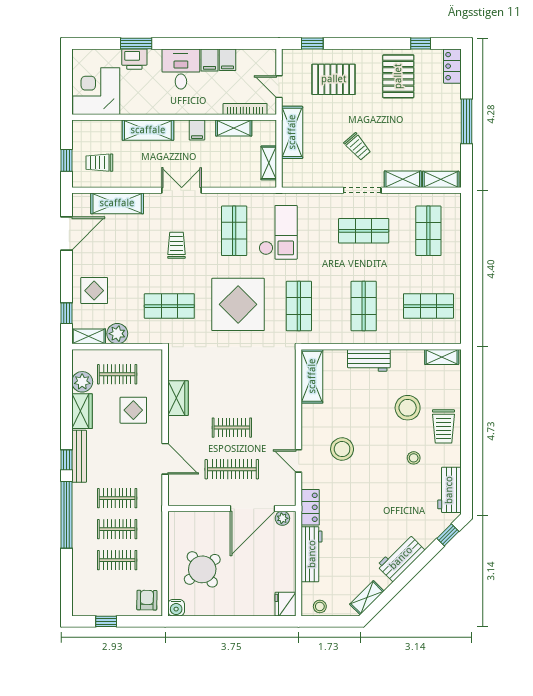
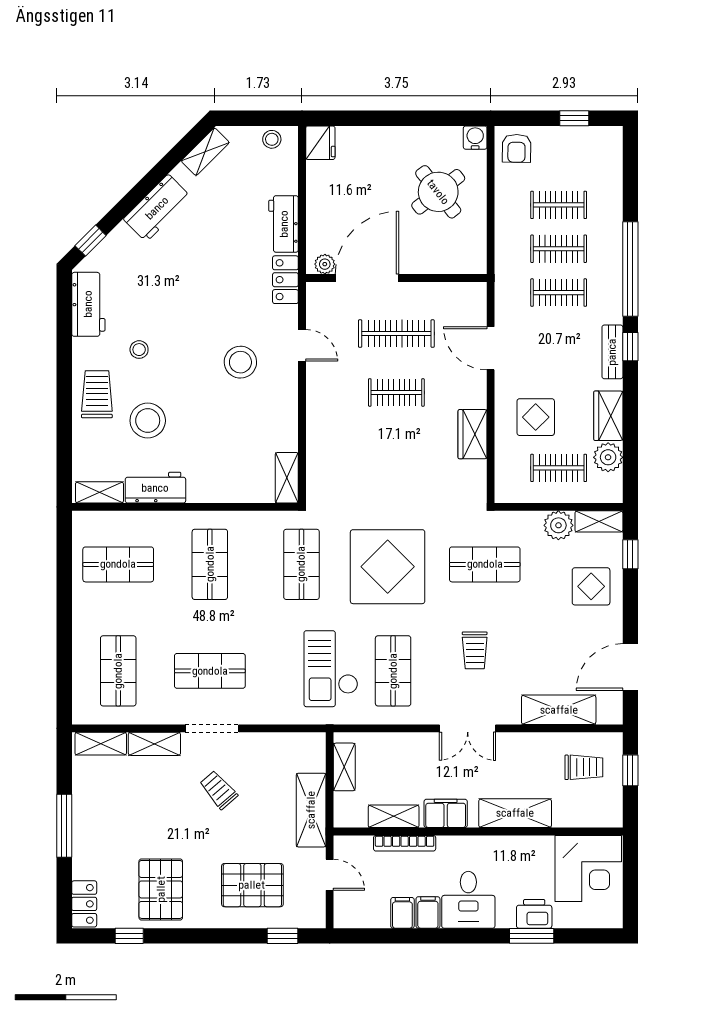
bookcase: (245, 109) -> (405, 843), moved
filing cabinet: (197, 130) -> (446, 813), width x2.00
workbench: (369, 360) -> (155, 488), moved
shelving: (312, 376) -> (287, 478), width x0.67, depth x0.75
bench: (79, 456) -> (612, 352), width x0.73
workbench: (312, 554) -> (284, 224), width x0.73

